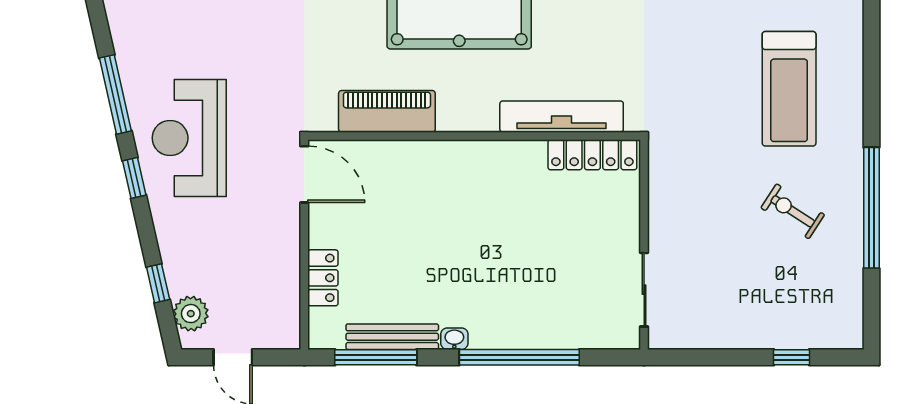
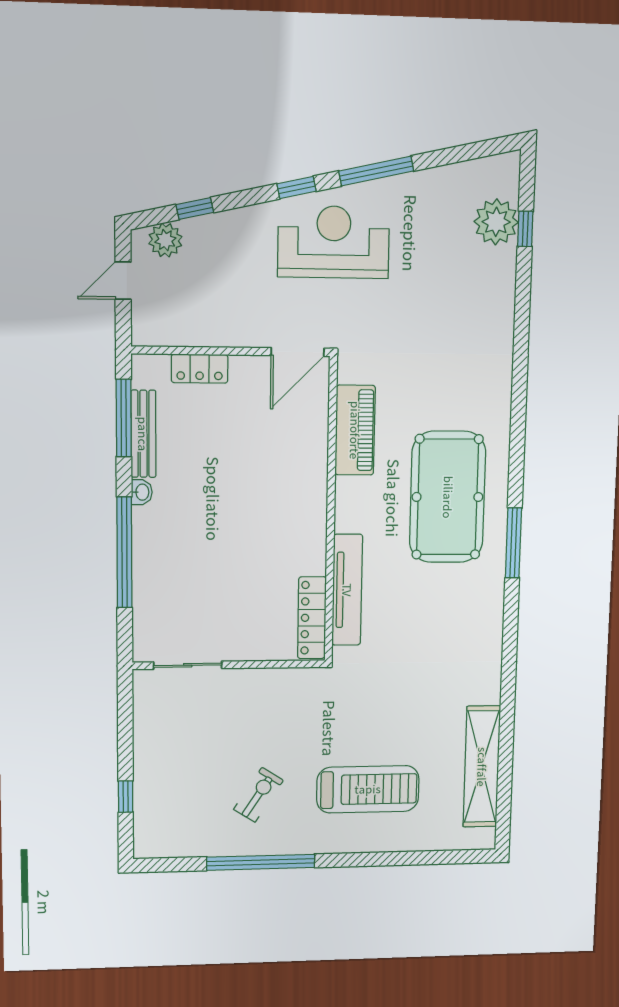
treadmill: (789, 89) -> (368, 789), turned 180

